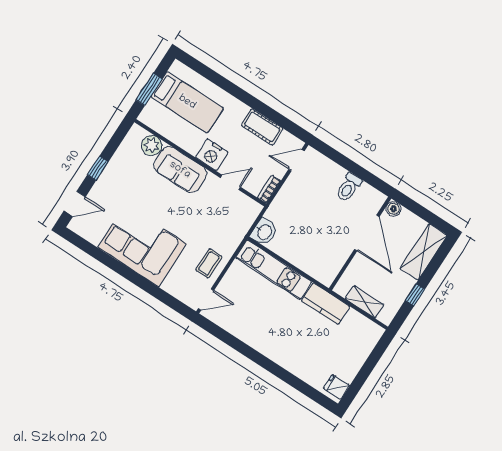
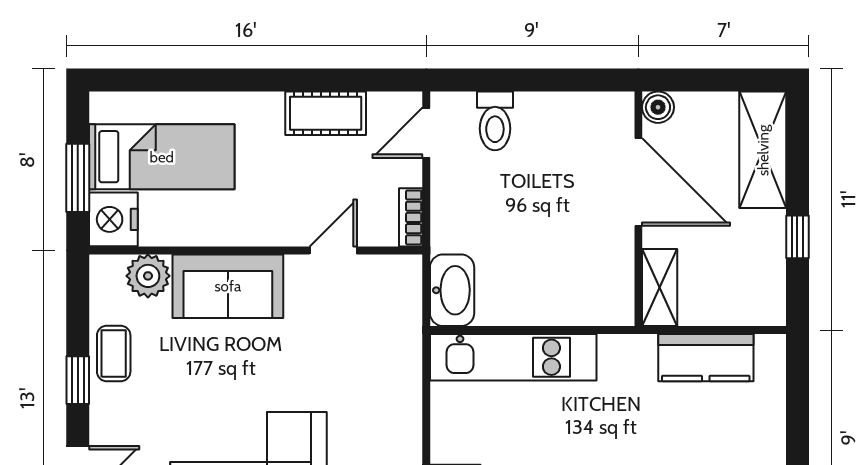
nightstand: (212, 155) -> (113, 219), moved, turned 90
toilet: (349, 187) -> (495, 121), moved
washbasin: (264, 232) -> (452, 290), width x1.38
coffee table: (209, 263) -> (114, 354), moved
shelving: (365, 302) -> (660, 288), moved, turned 90
kitchen counter: (326, 304) -> (706, 358), moved

